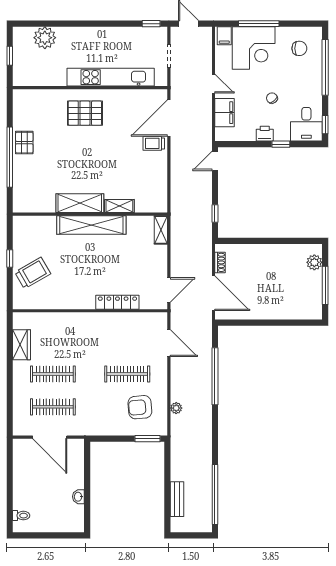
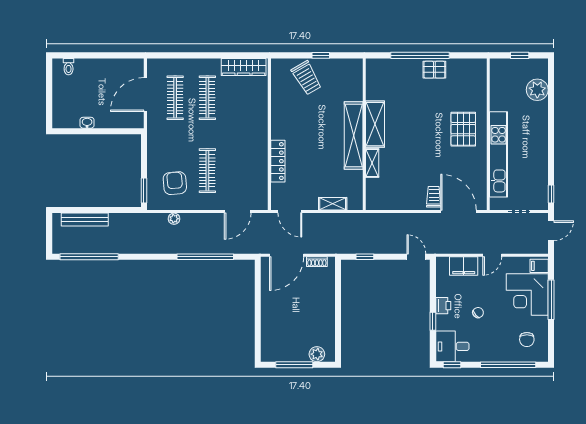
shelving: (161, 230) -> (333, 204), moved
wardrobe: (21, 345) -> (244, 67), width x1.50
bench: (177, 499) -> (85, 220), width x1.36

